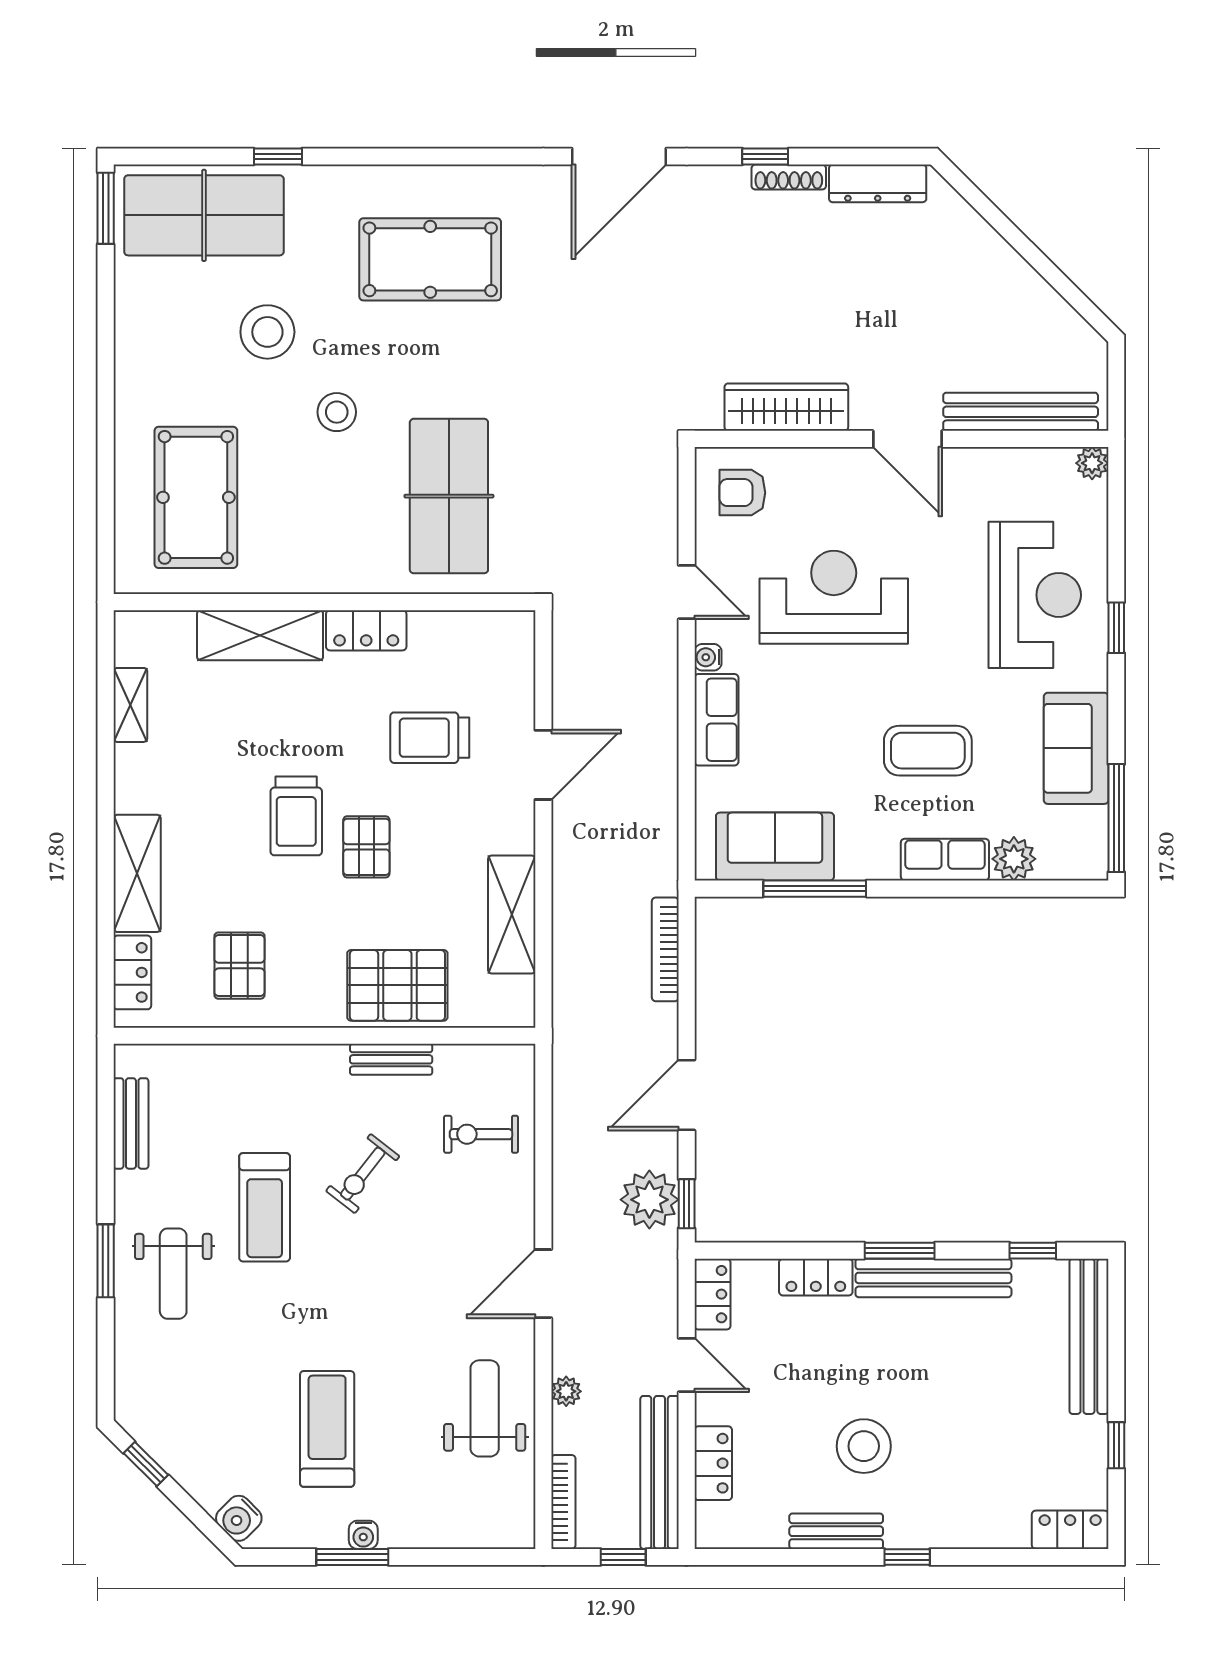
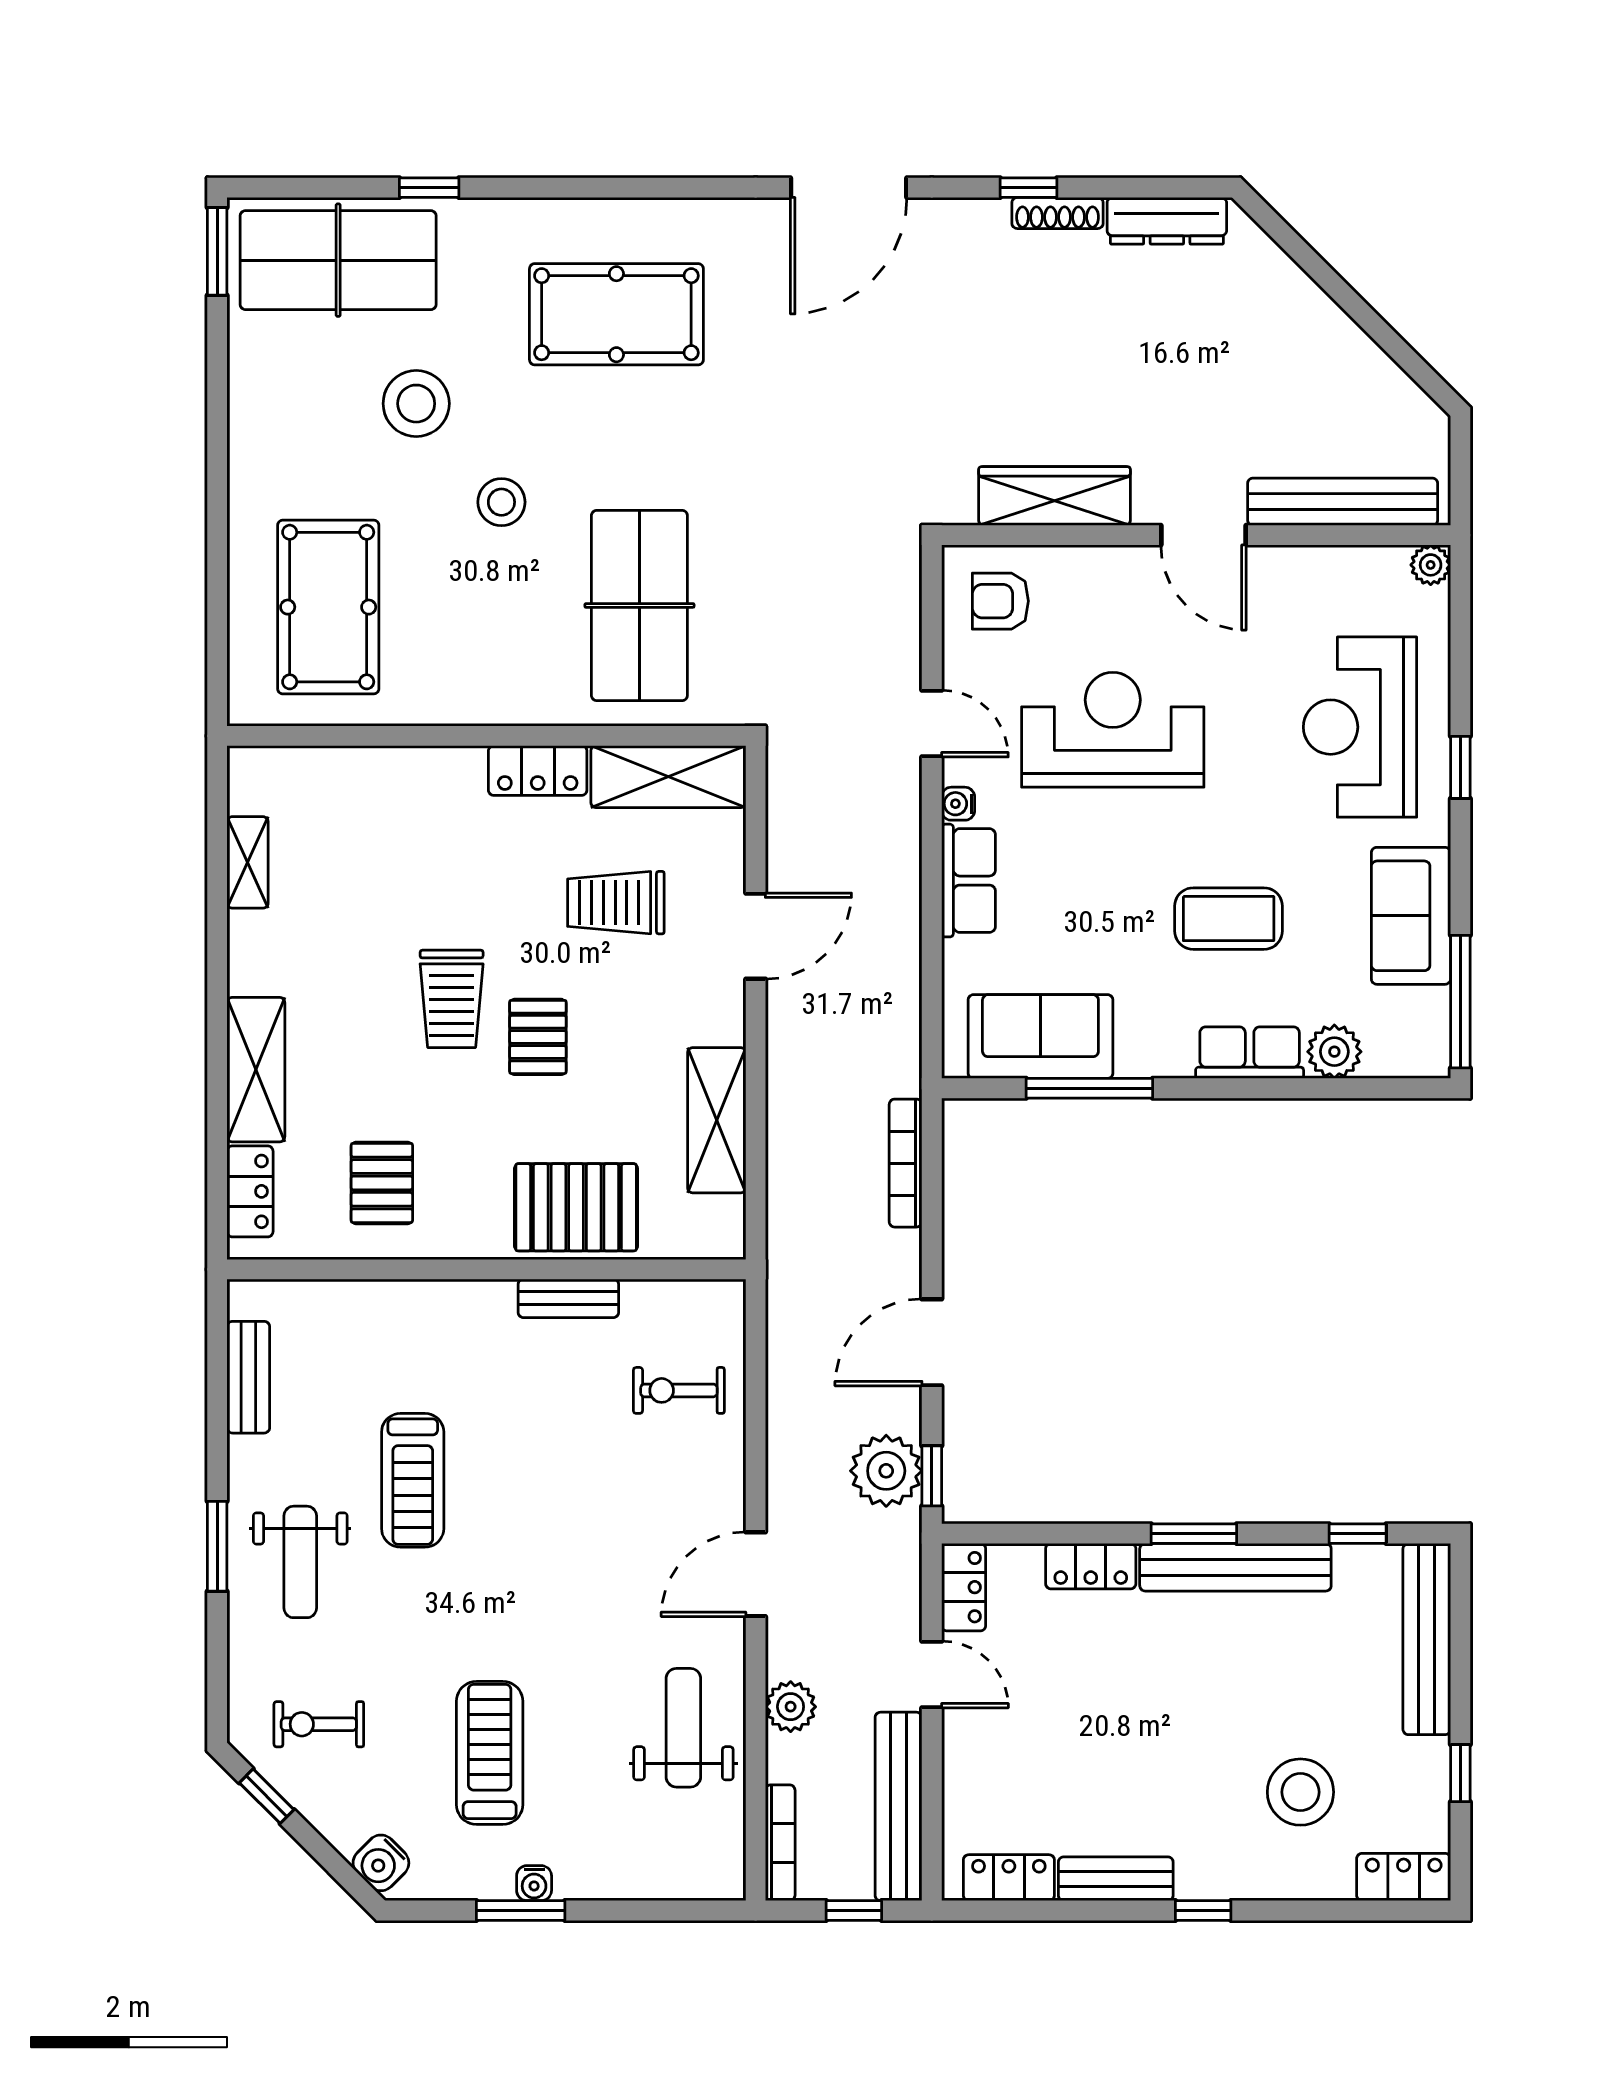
reception desk: (1035, 595) -> (1360, 727), turned 180
shelving: (260, 635) -> (668, 777), moved
exercise bike: (363, 1174) -> (319, 1724), moved, turned 52
plant: (566, 1391) -> (791, 1707), width x1.38, depth x1.38
stool: (864, 1446) -> (1300, 1792), moved
locker: (713, 1463) -> (1009, 1878), moved, turned -90

